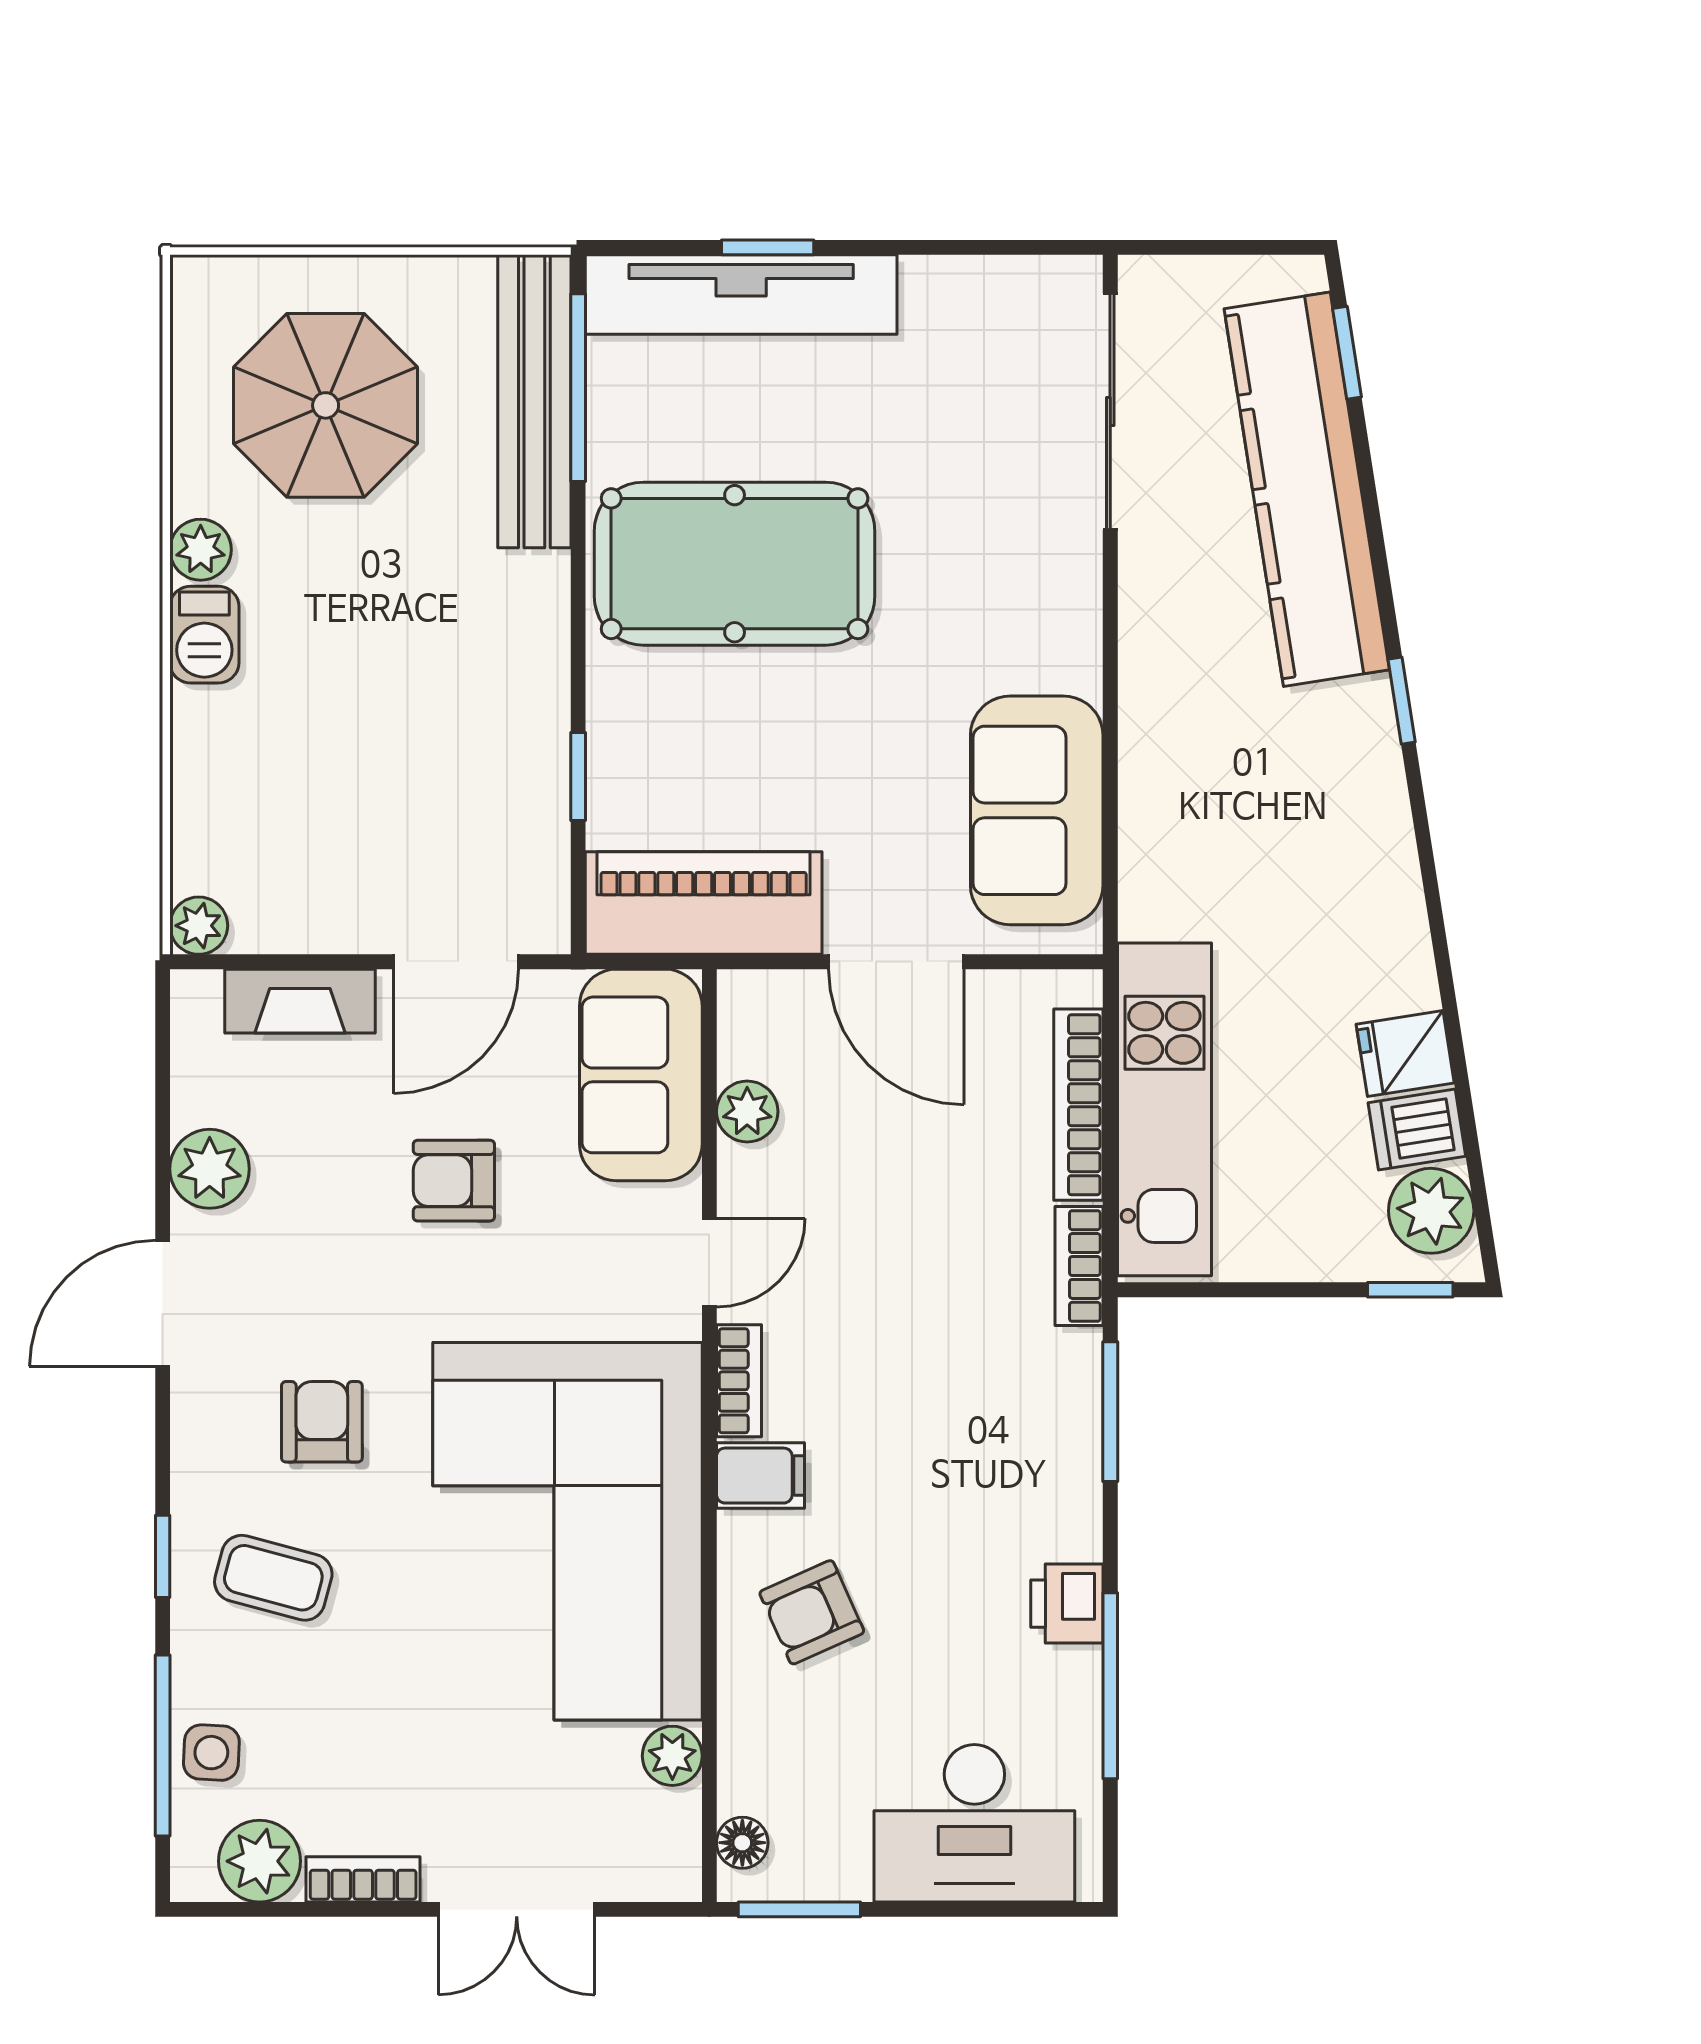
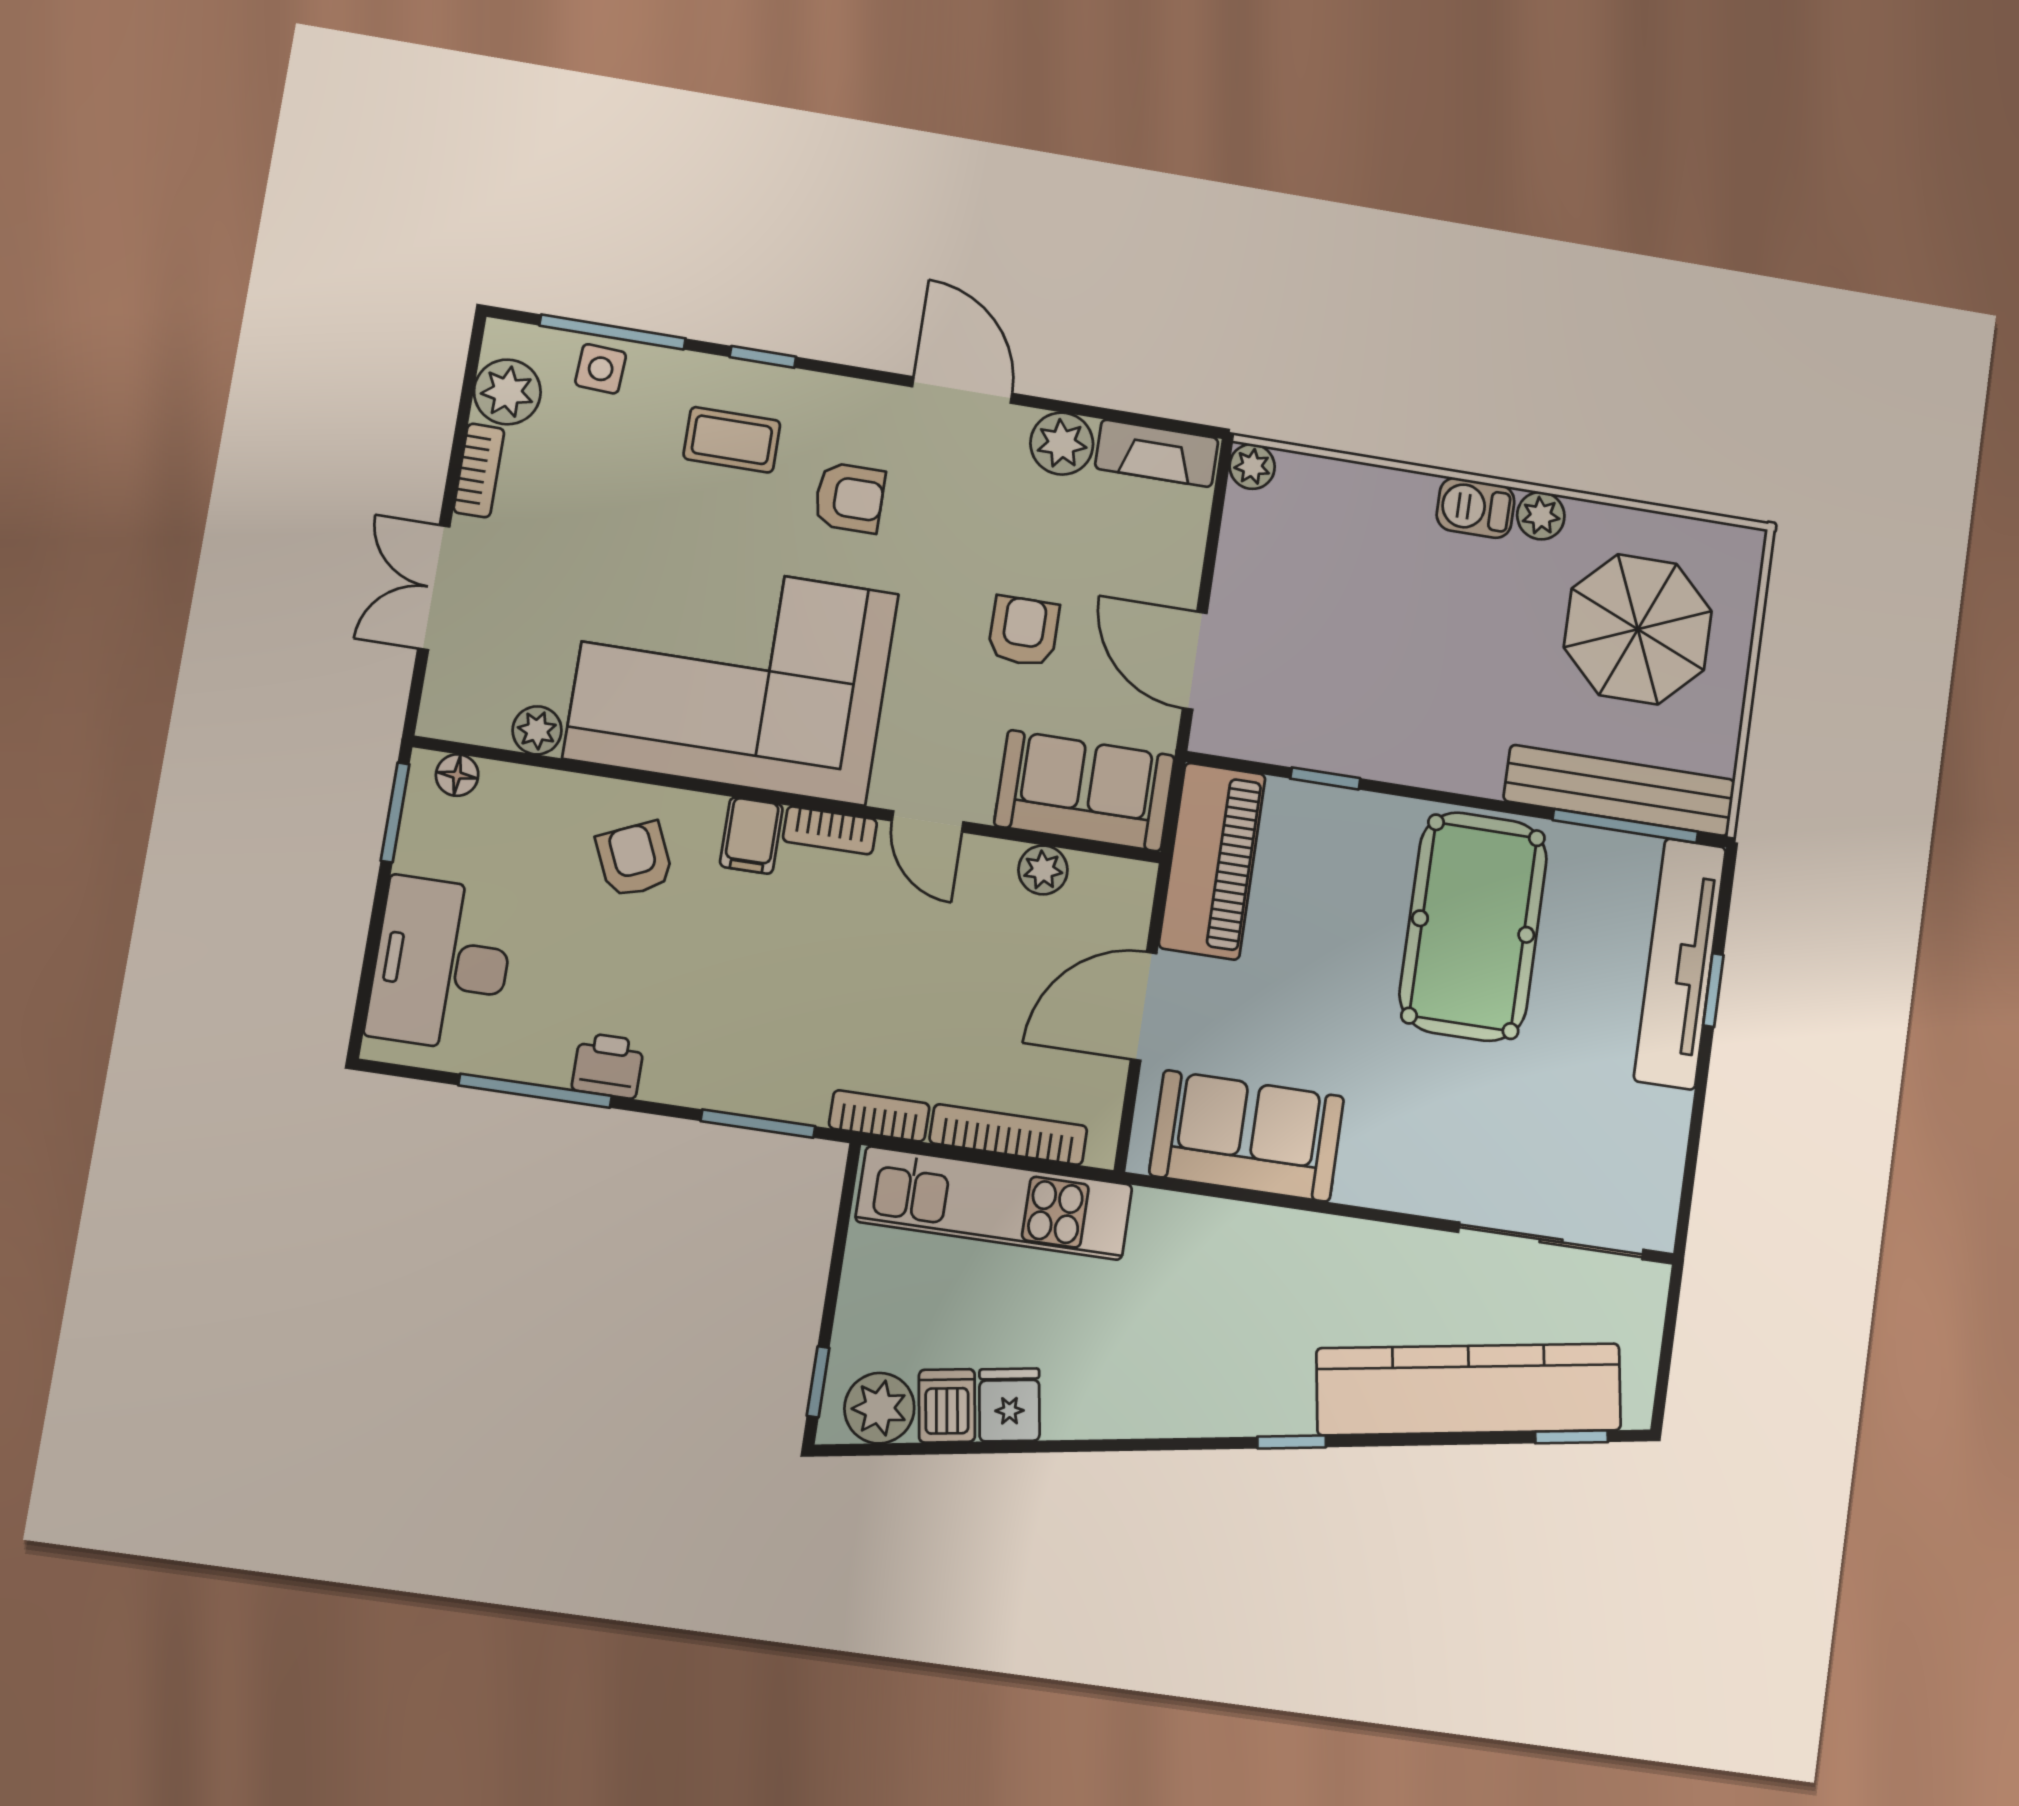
fireplace: (300, 1001) -> (1157, 453), moved, turned -90
coffee table: (273, 1578) -> (732, 440), turned 75

